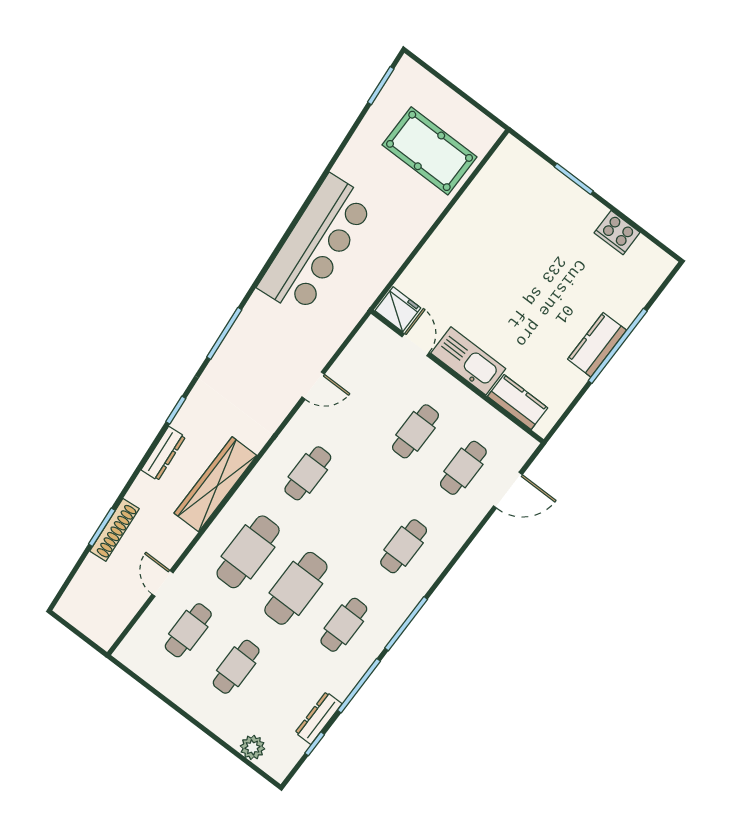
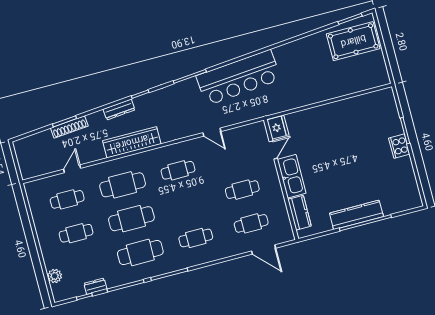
pool table: (429, 151) -> (353, 41), moved, turned 90
cooker: (617, 233) -> (399, 146), moved
bar counter: (316, 245) -> (239, 78), moved
kitchen counter: (597, 345) -> (356, 215), width x1.50
cafe table: (344, 625) -> (140, 252), width x1.37, depth x1.35
dresser: (318, 718) -> (95, 286), width x0.70

